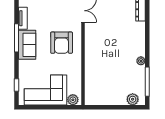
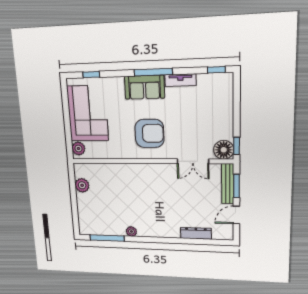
armchair: (62, 43) -> (149, 133), turned 180
plant: (133, 99) -> (82, 185), moved

